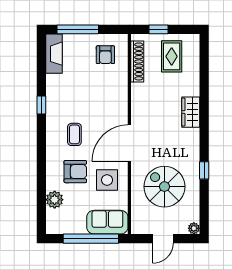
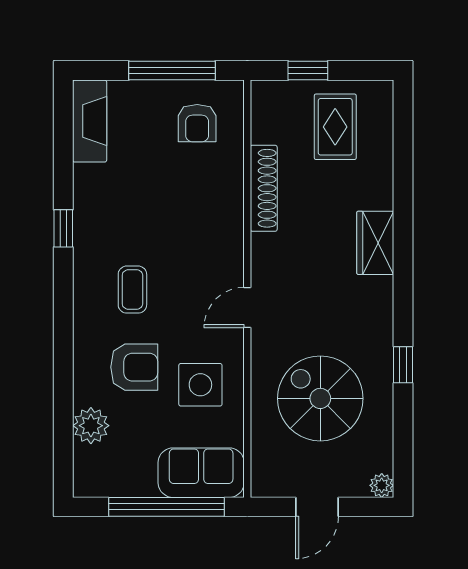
window: (78, 29) -> (172, 71), moved
shoe rack: (137, 61) -> (264, 188), moved
door: (129, 143) -> (247, 307), width x0.53

